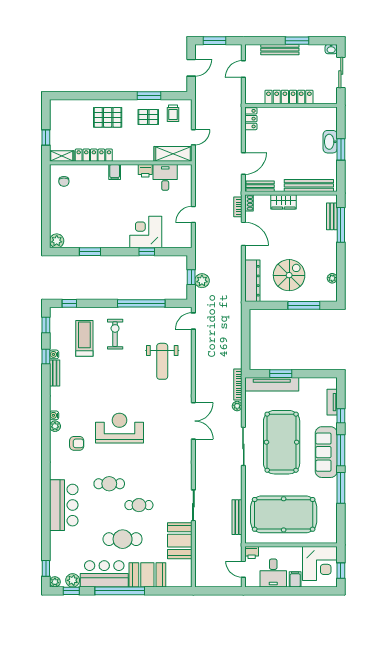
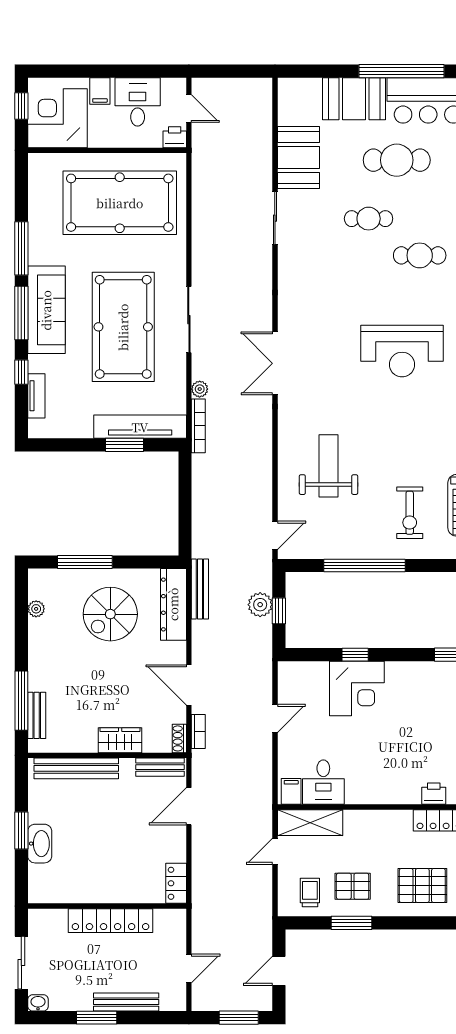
printer: (145, 171) -> (434, 794), moved
filing cabinet: (115, 172) -> (291, 791), moved
bench: (237, 517) -> (200, 589), moved

